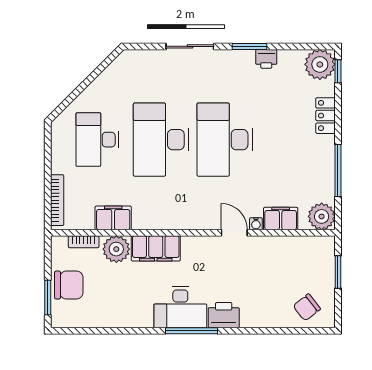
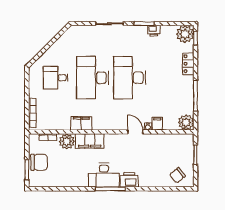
desk: (97, 140) -> (56, 78), width x0.73
filing cabinet: (113, 218) -> (81, 123), moved
filing cabinet: (281, 219) -> (157, 124), width x0.50

